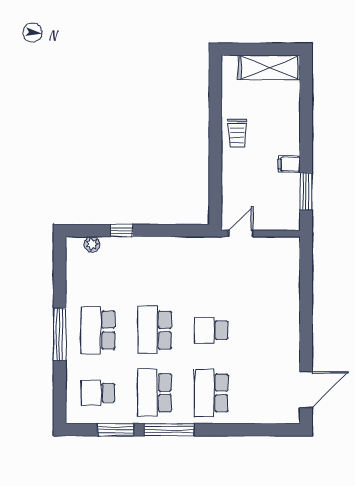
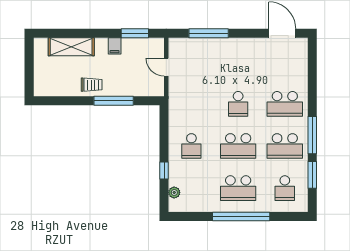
shelving: (269, 67) -> (71, 47), moved, turned 90
window: (215, 163) -> (114, 101), added
door: (241, 234) -> (166, 67), moved
school desk: (155, 267) -> (191, 146), added
window: (306, 290) -> (209, 33), added
window: (60, 334) -> (241, 217), width x1.46

